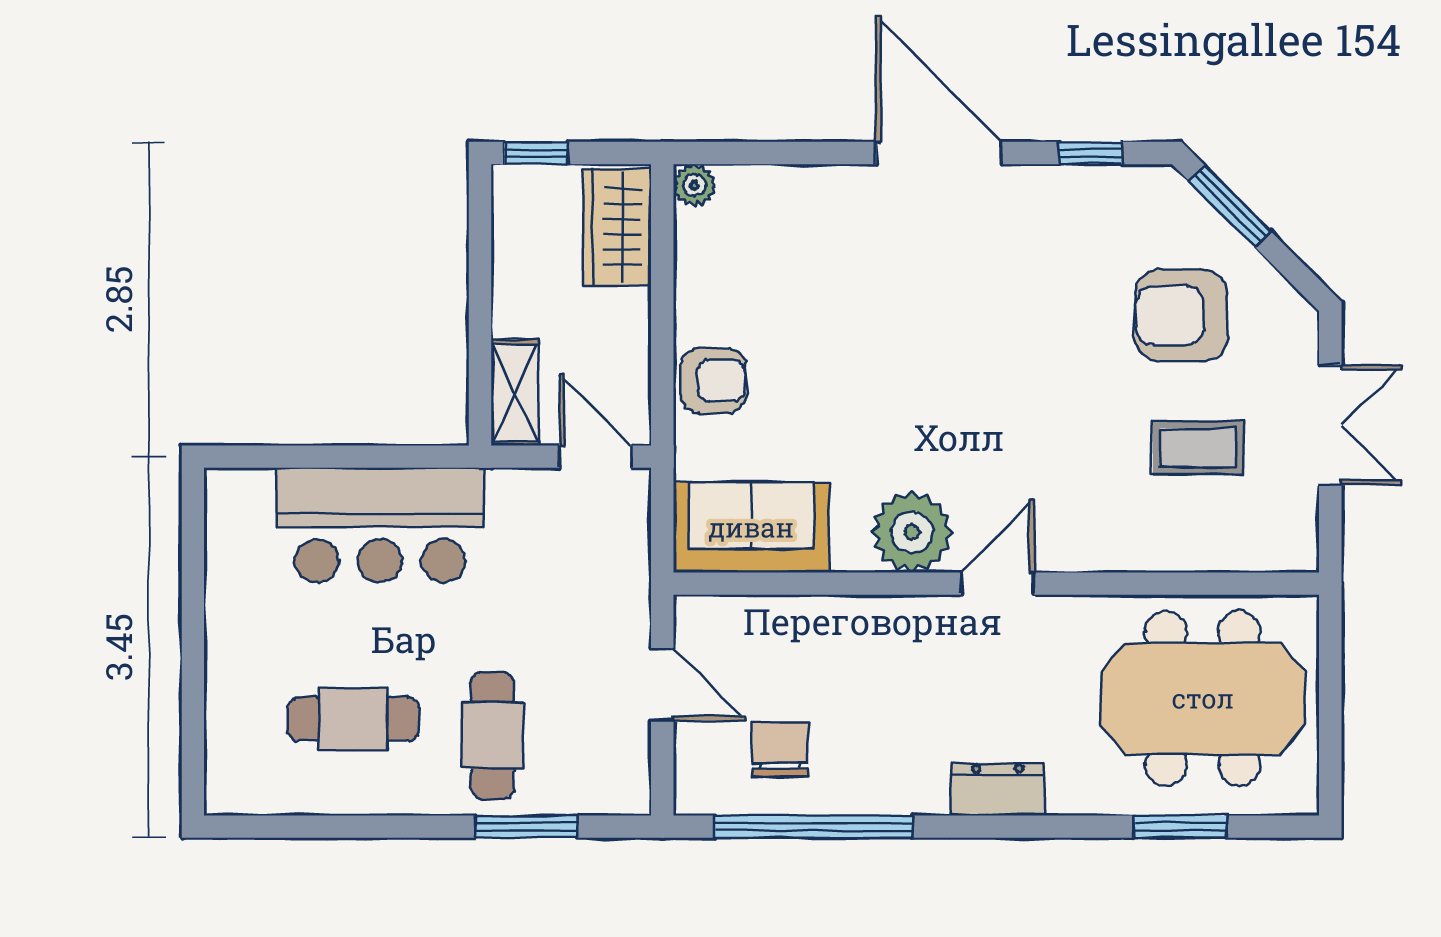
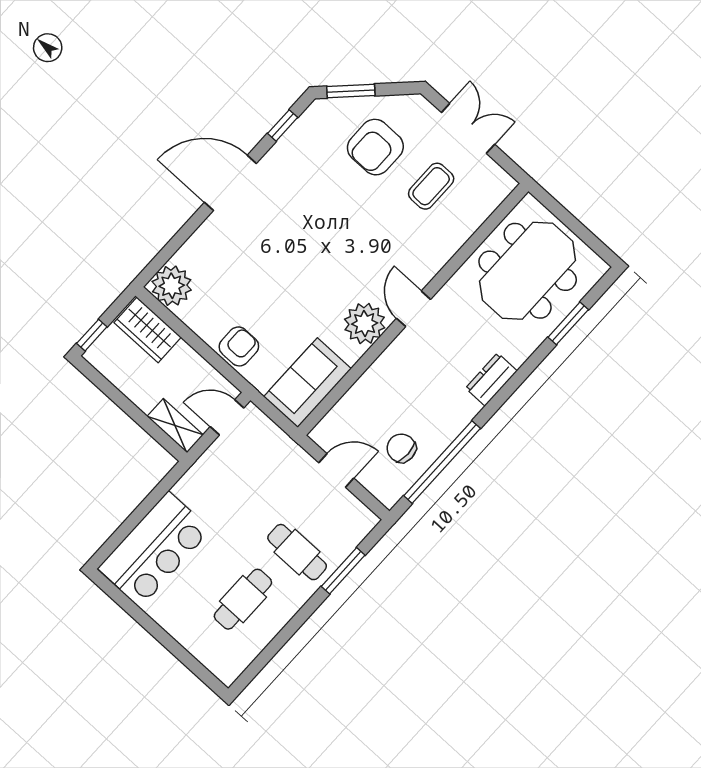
plant: (694, 185) -> (172, 286), width x1.87, depth x1.87
bar counter: (380, 525) -> (154, 549), moved

